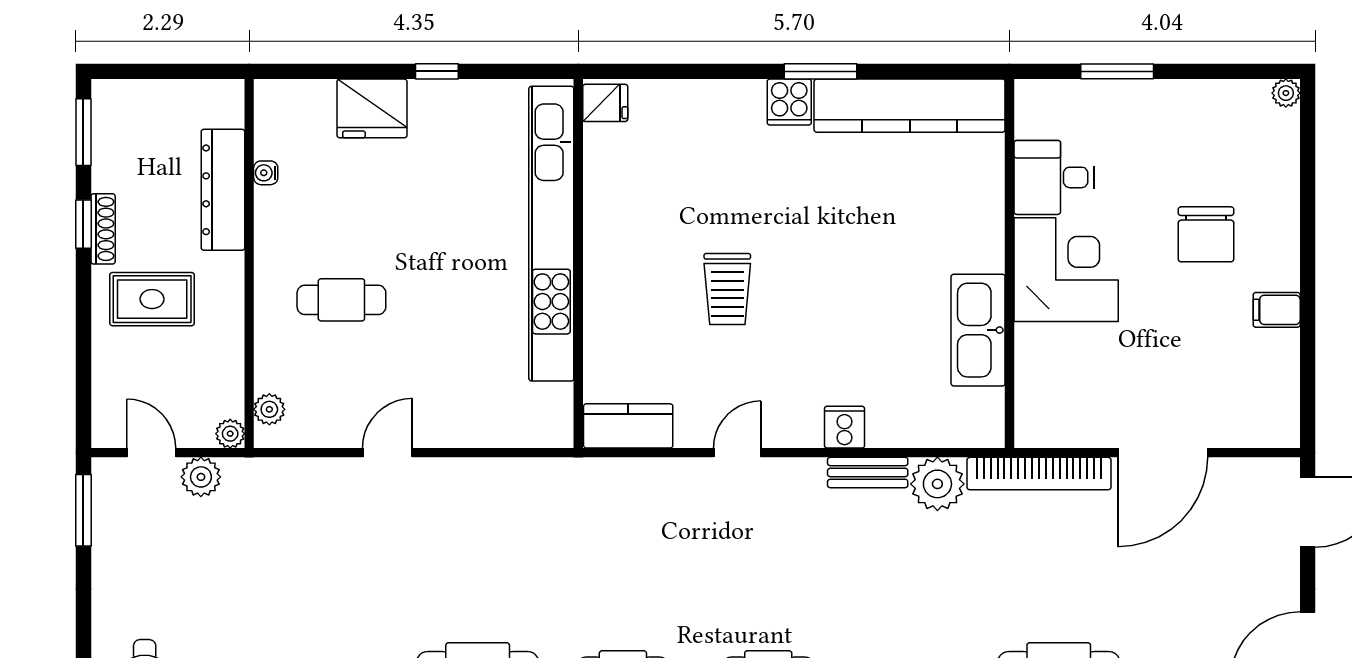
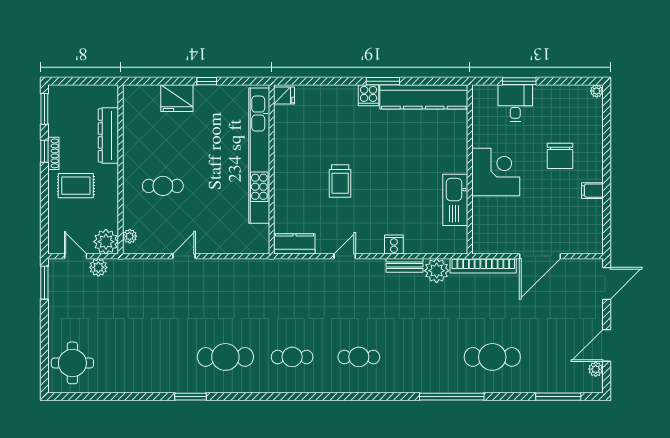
water cooler: (266, 173) -> (128, 128), removed
desk: (1054, 177) -> (515, 103), moved, turned 90
plant: (230, 434) -> (106, 242), width x1.88, depth x1.88

